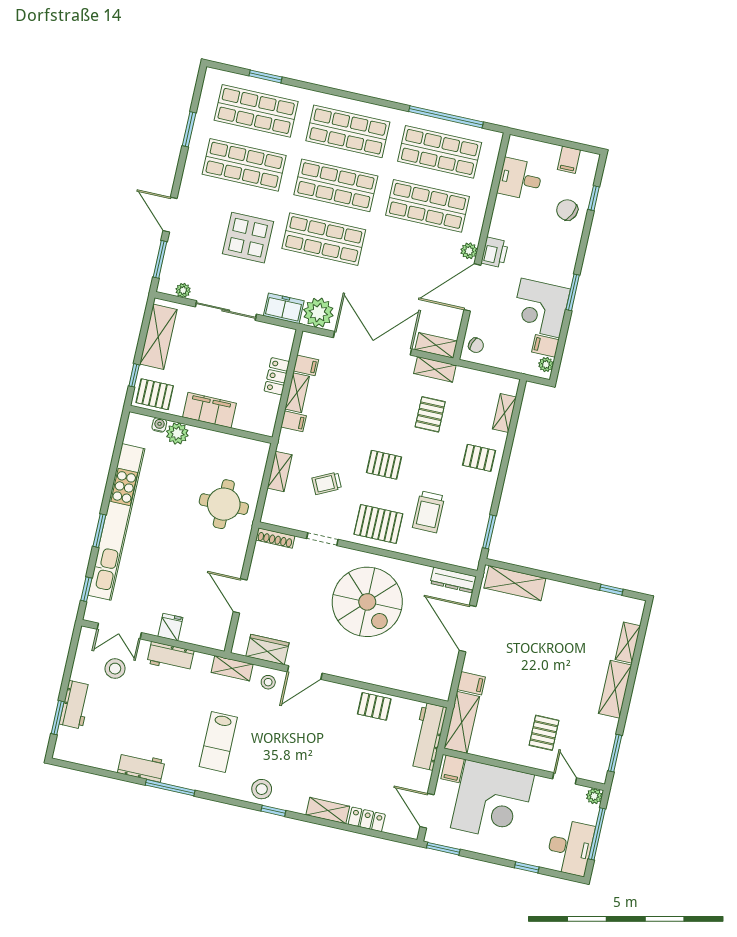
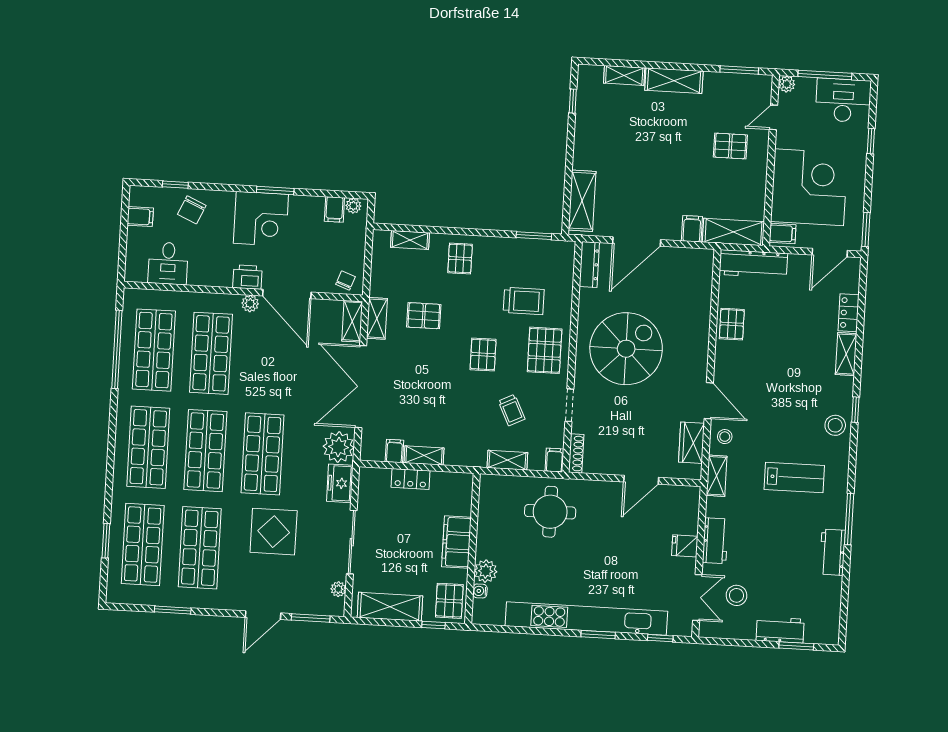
corner desk: (540, 308) -> (261, 219), moved
filing cabinet: (294, 421) -> (554, 460), moved

